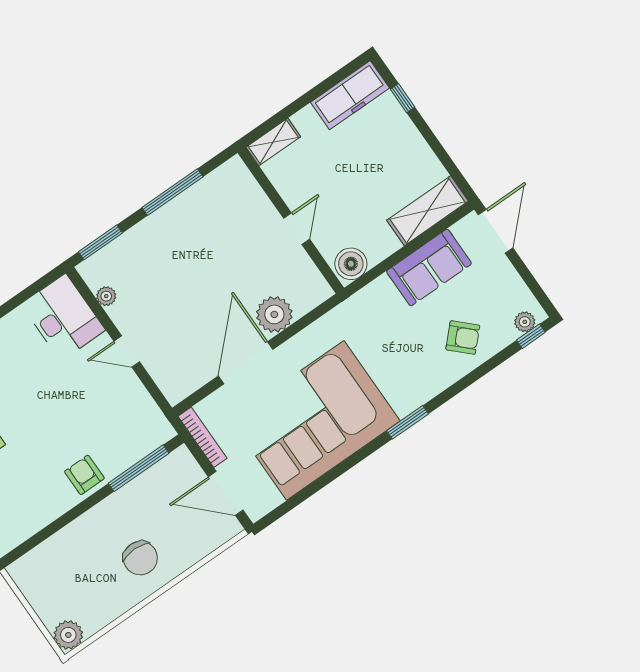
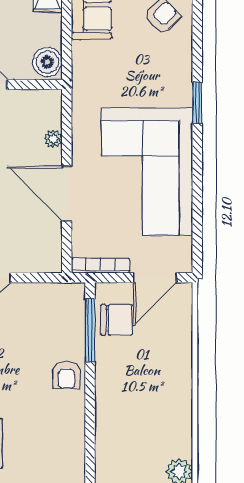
plant: (274, 314) -> (53, 139), width x0.53, depth x0.53
armchair: (84, 475) -> (66, 375), turned -90
chair: (140, 558) -> (117, 320), moved

